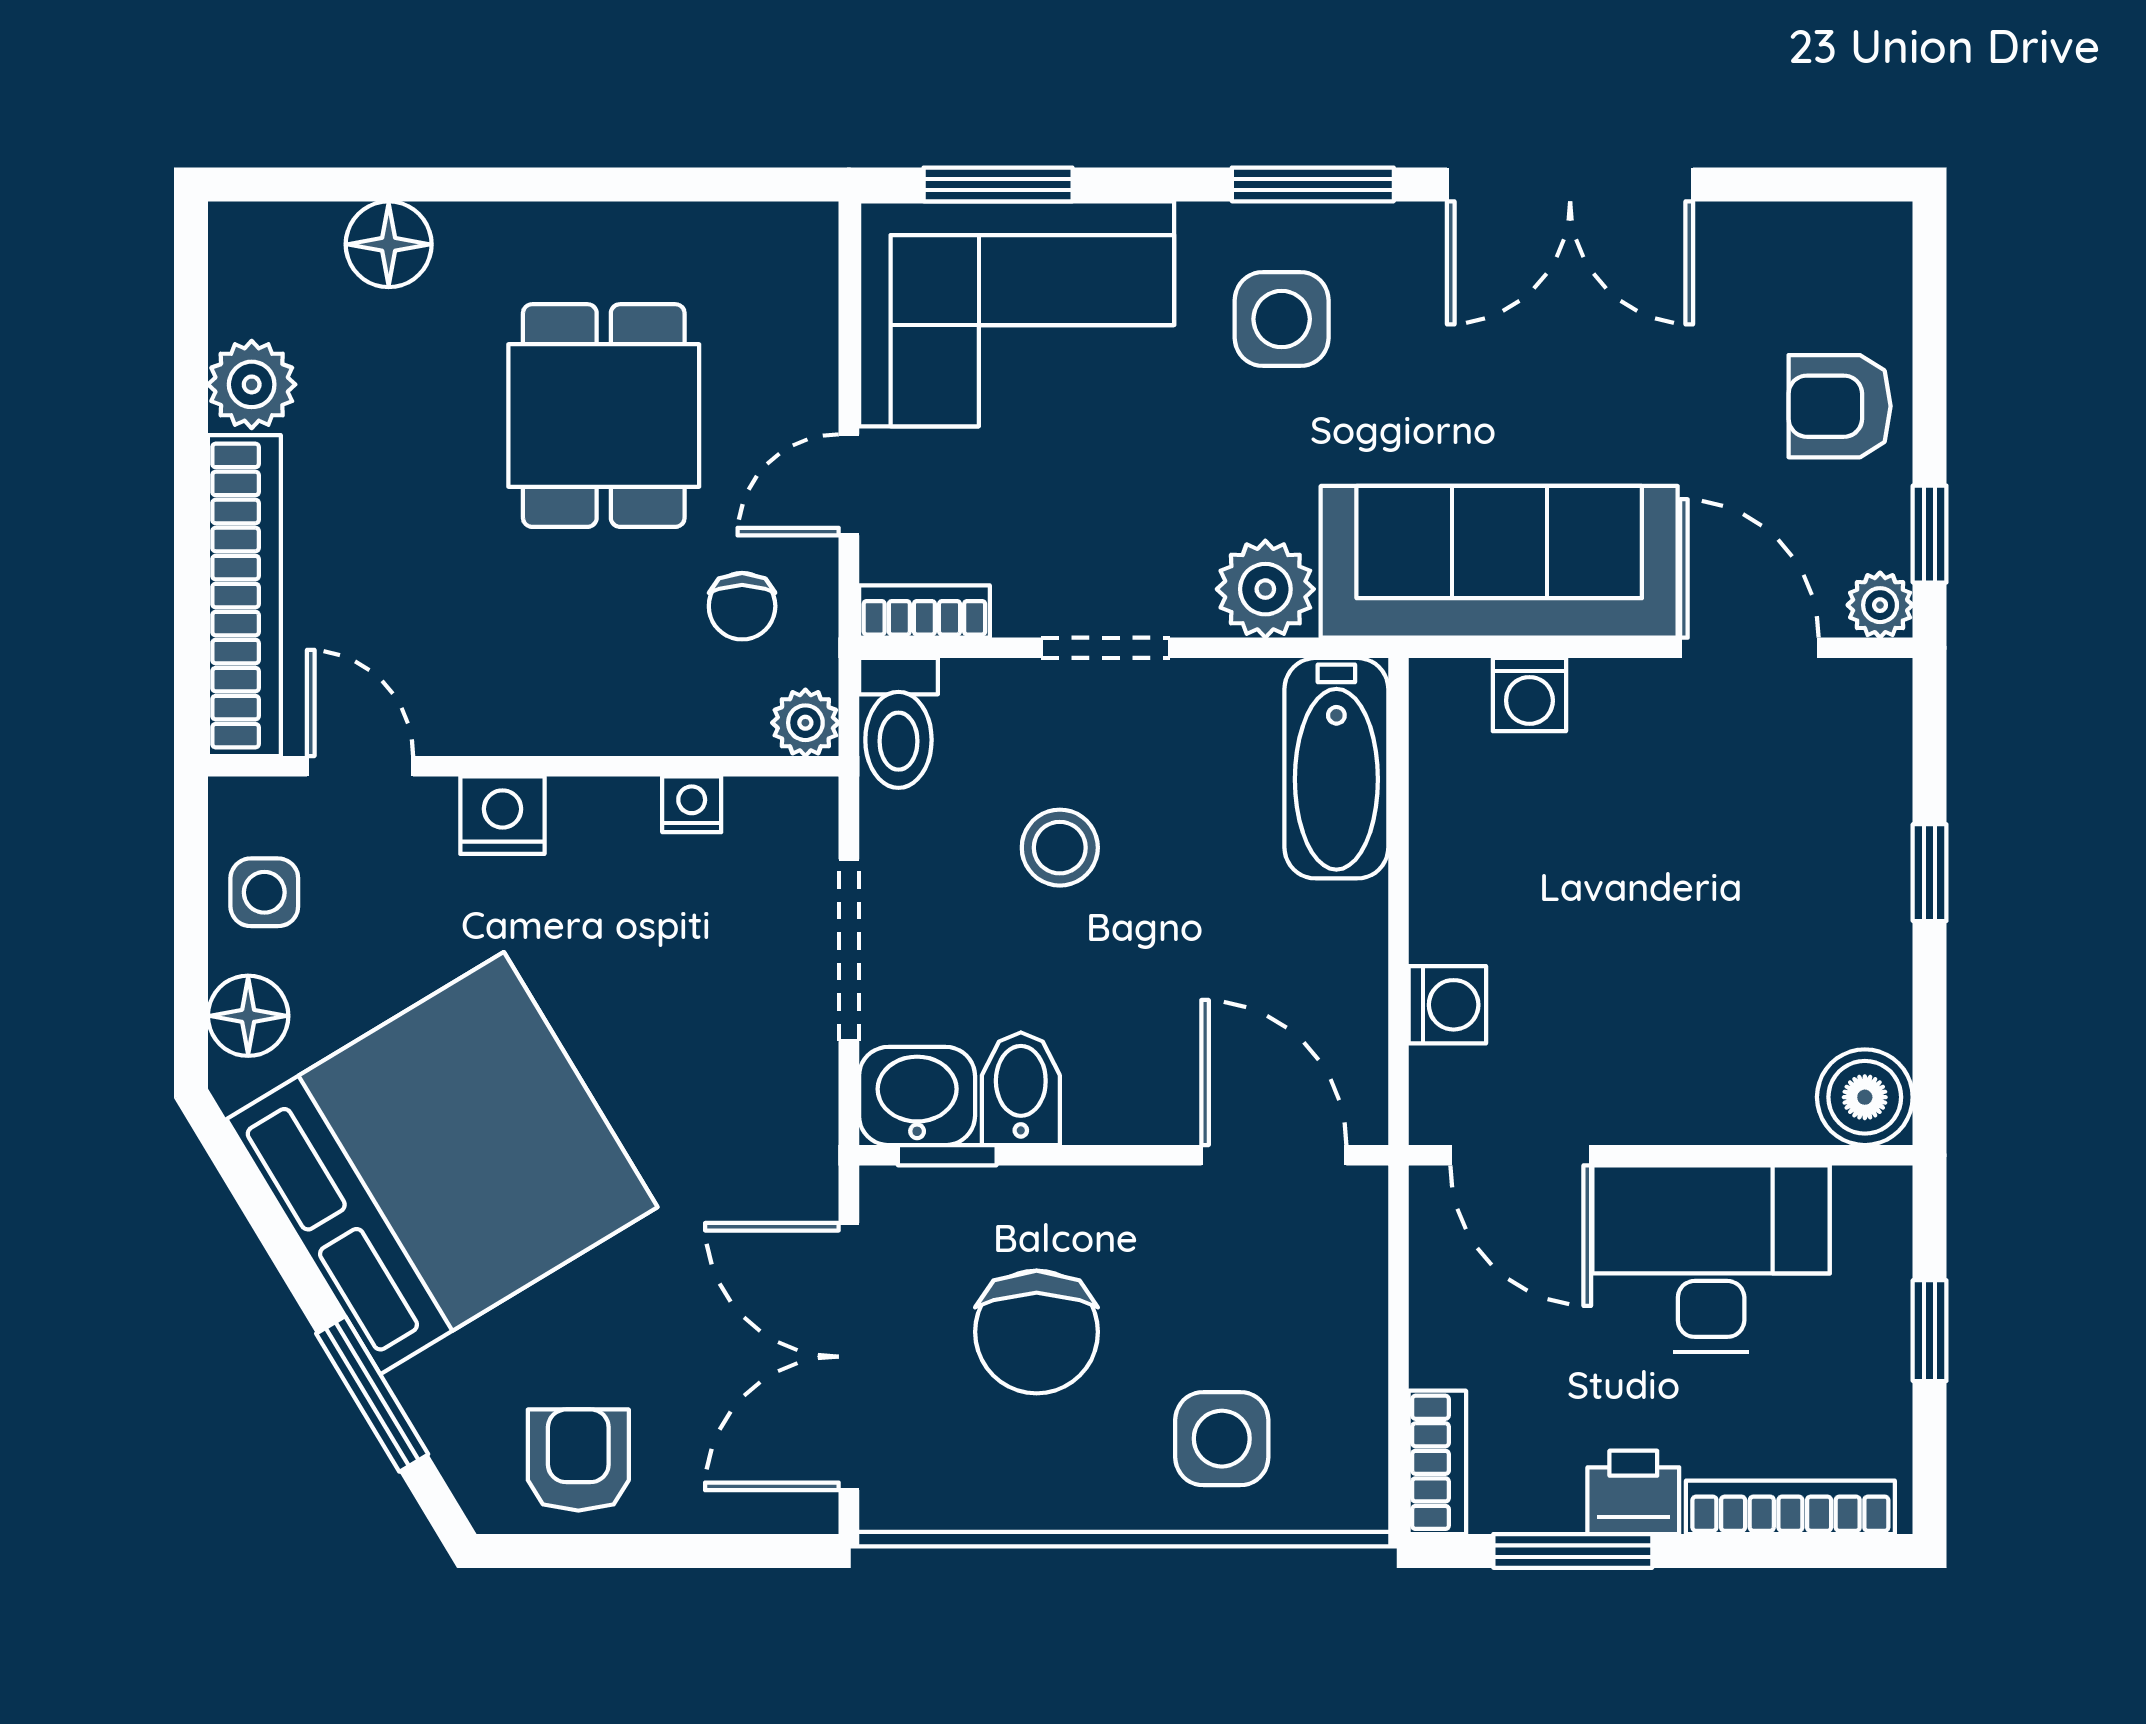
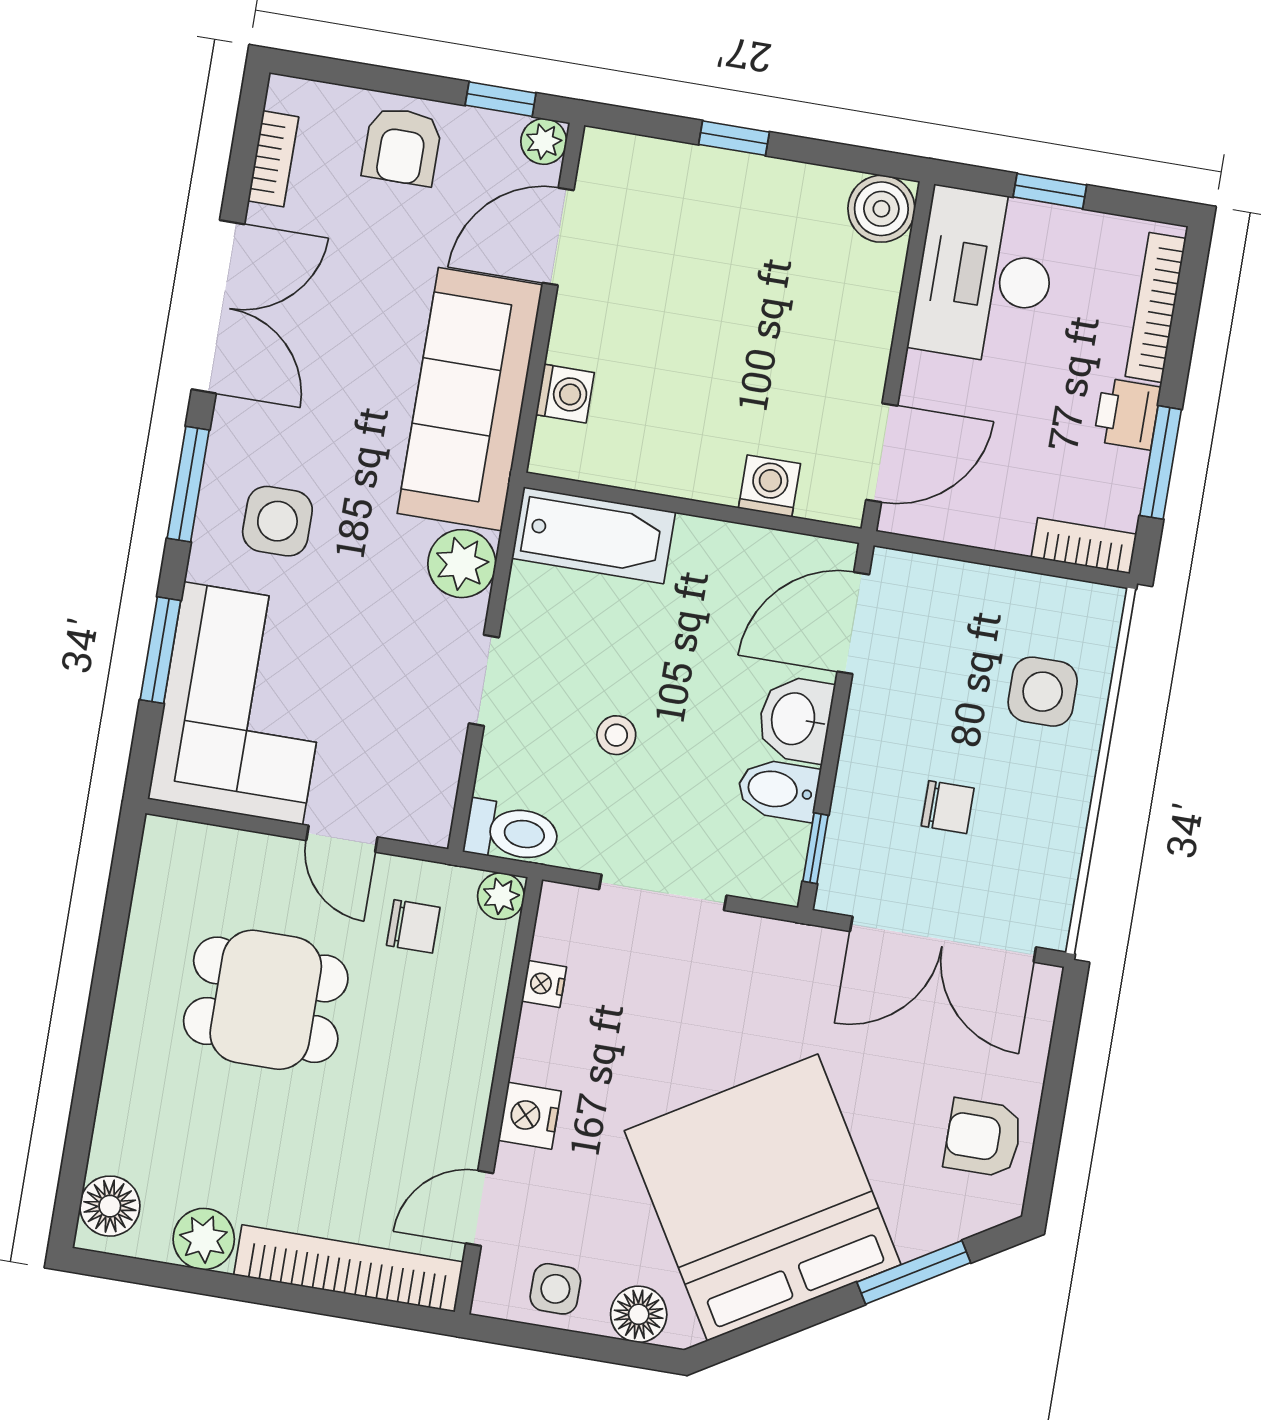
window: (998, 184) -> (160, 650), moved
floor lamp: (389, 244) -> (110, 1206), moved
bookcase: (924, 612) -> (273, 159), moved, turned 180
stool: (1060, 848) -> (616, 735), width x0.73, depth x0.73
washbasin: (917, 1096) -> (795, 719), moved
desk: (1711, 1259) -> (985, 276), moved
chair: (1037, 1332) -> (948, 807), width x0.54, depth x0.54

